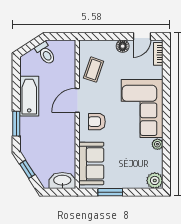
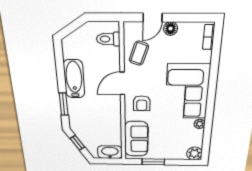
door: (142, 36) -> (153, 18), moved
toilet: (45, 53) -> (108, 39), moved, turned 123
armchair: (97, 122) -> (142, 103), turned -90

